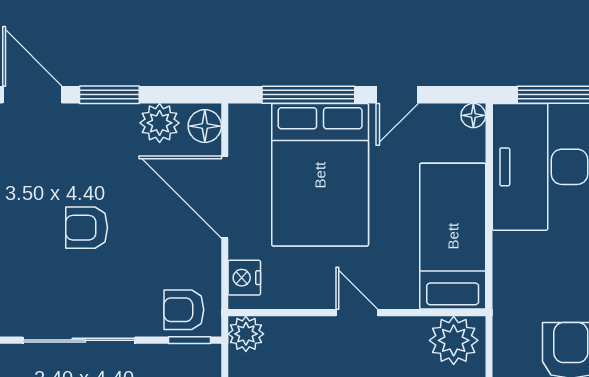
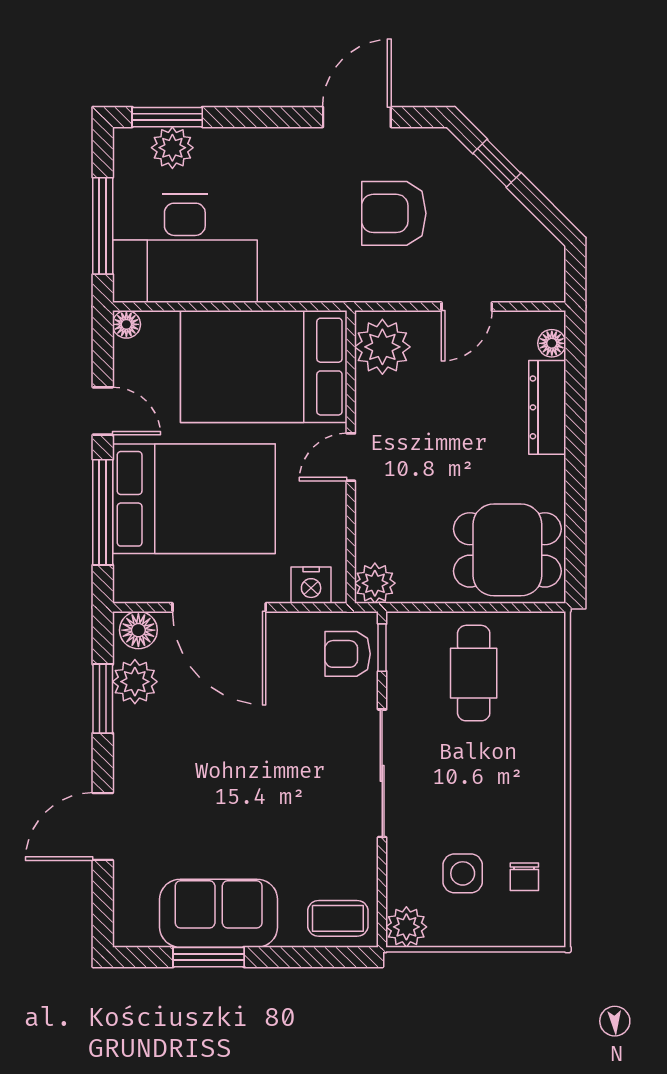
window: (109, 95) -> (103, 699), moved
door: (225, 197) -> (219, 607), hinge flipped
armchair: (87, 228) -> (254, 765), removed
bed: (453, 236) -> (264, 367), width x1.50
armchair: (184, 310) -> (348, 654), turned 90

